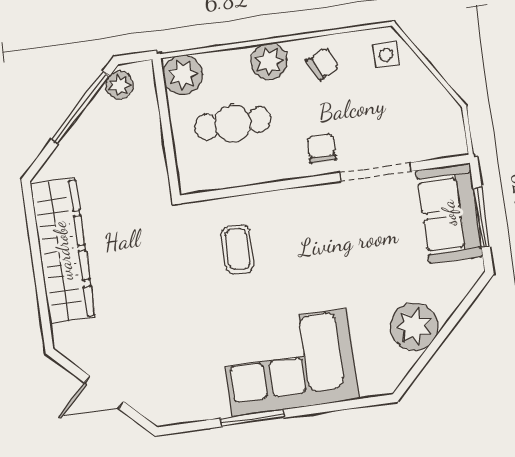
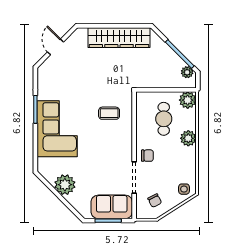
chair: (323, 64) -> (155, 201), moved

